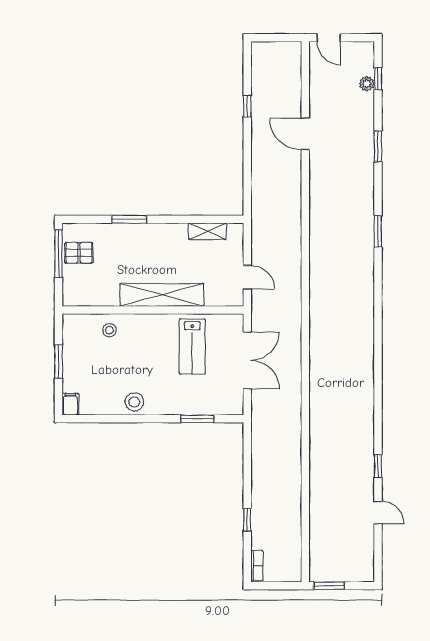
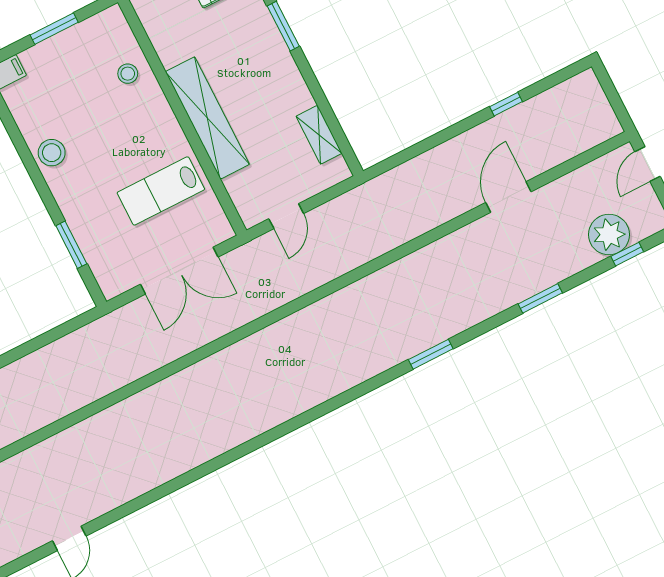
plant: (367, 84) -> (609, 235), width x1.88, depth x1.88
window: (378, 466) -> (129, 508), removed

